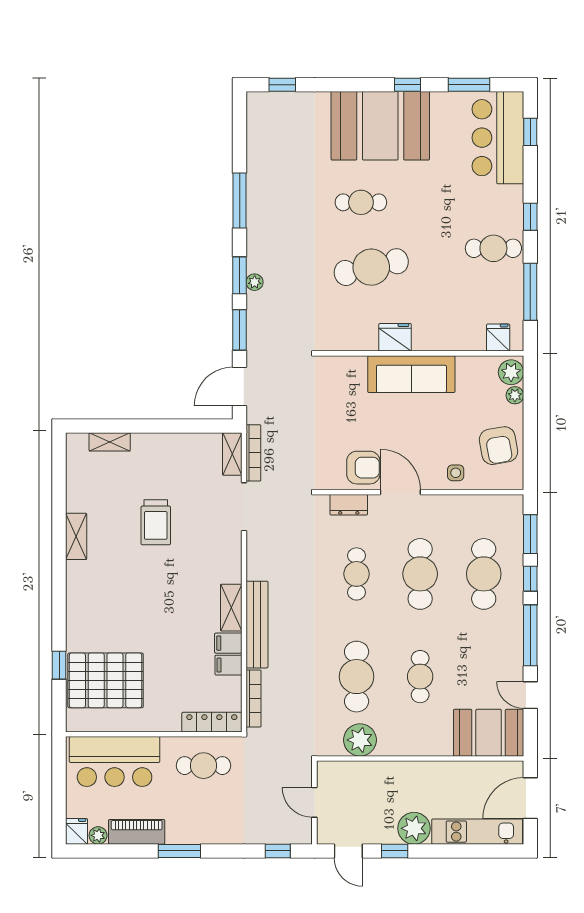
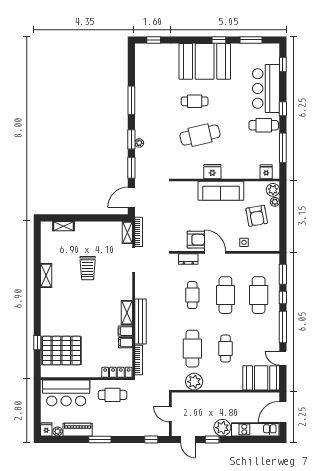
bar counter: (498, 138) -> (266, 88), moved
armchair: (498, 446) -> (257, 216), moved

